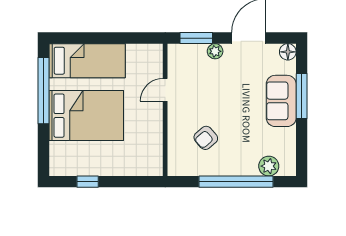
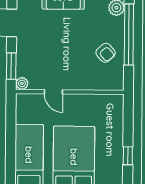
plant: (215, 51) -> (22, 83), moved
armchair: (206, 138) -> (106, 53), moved

